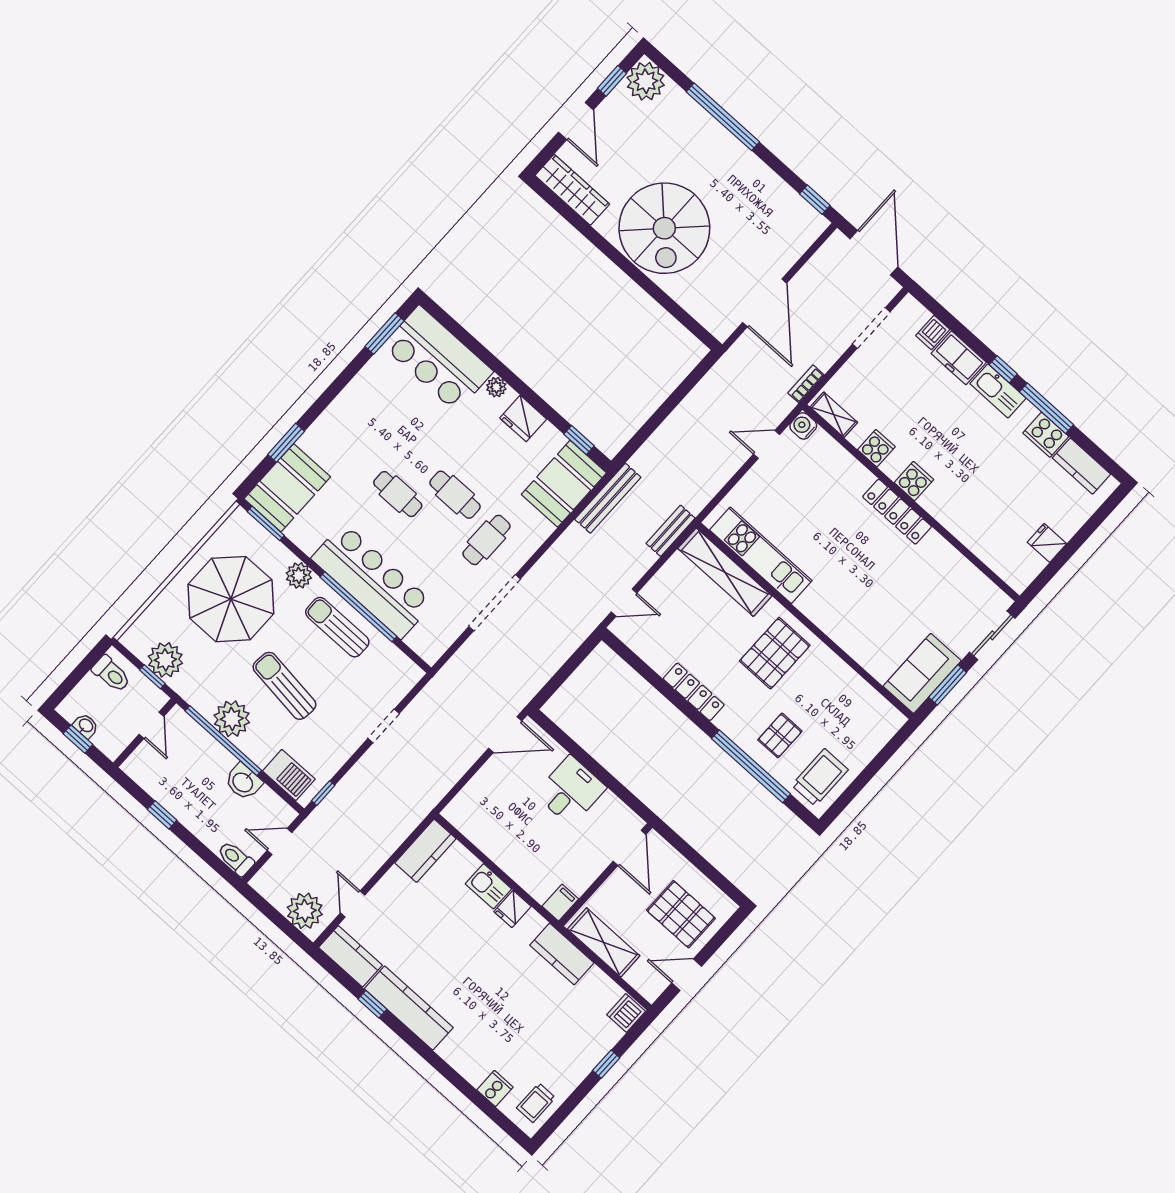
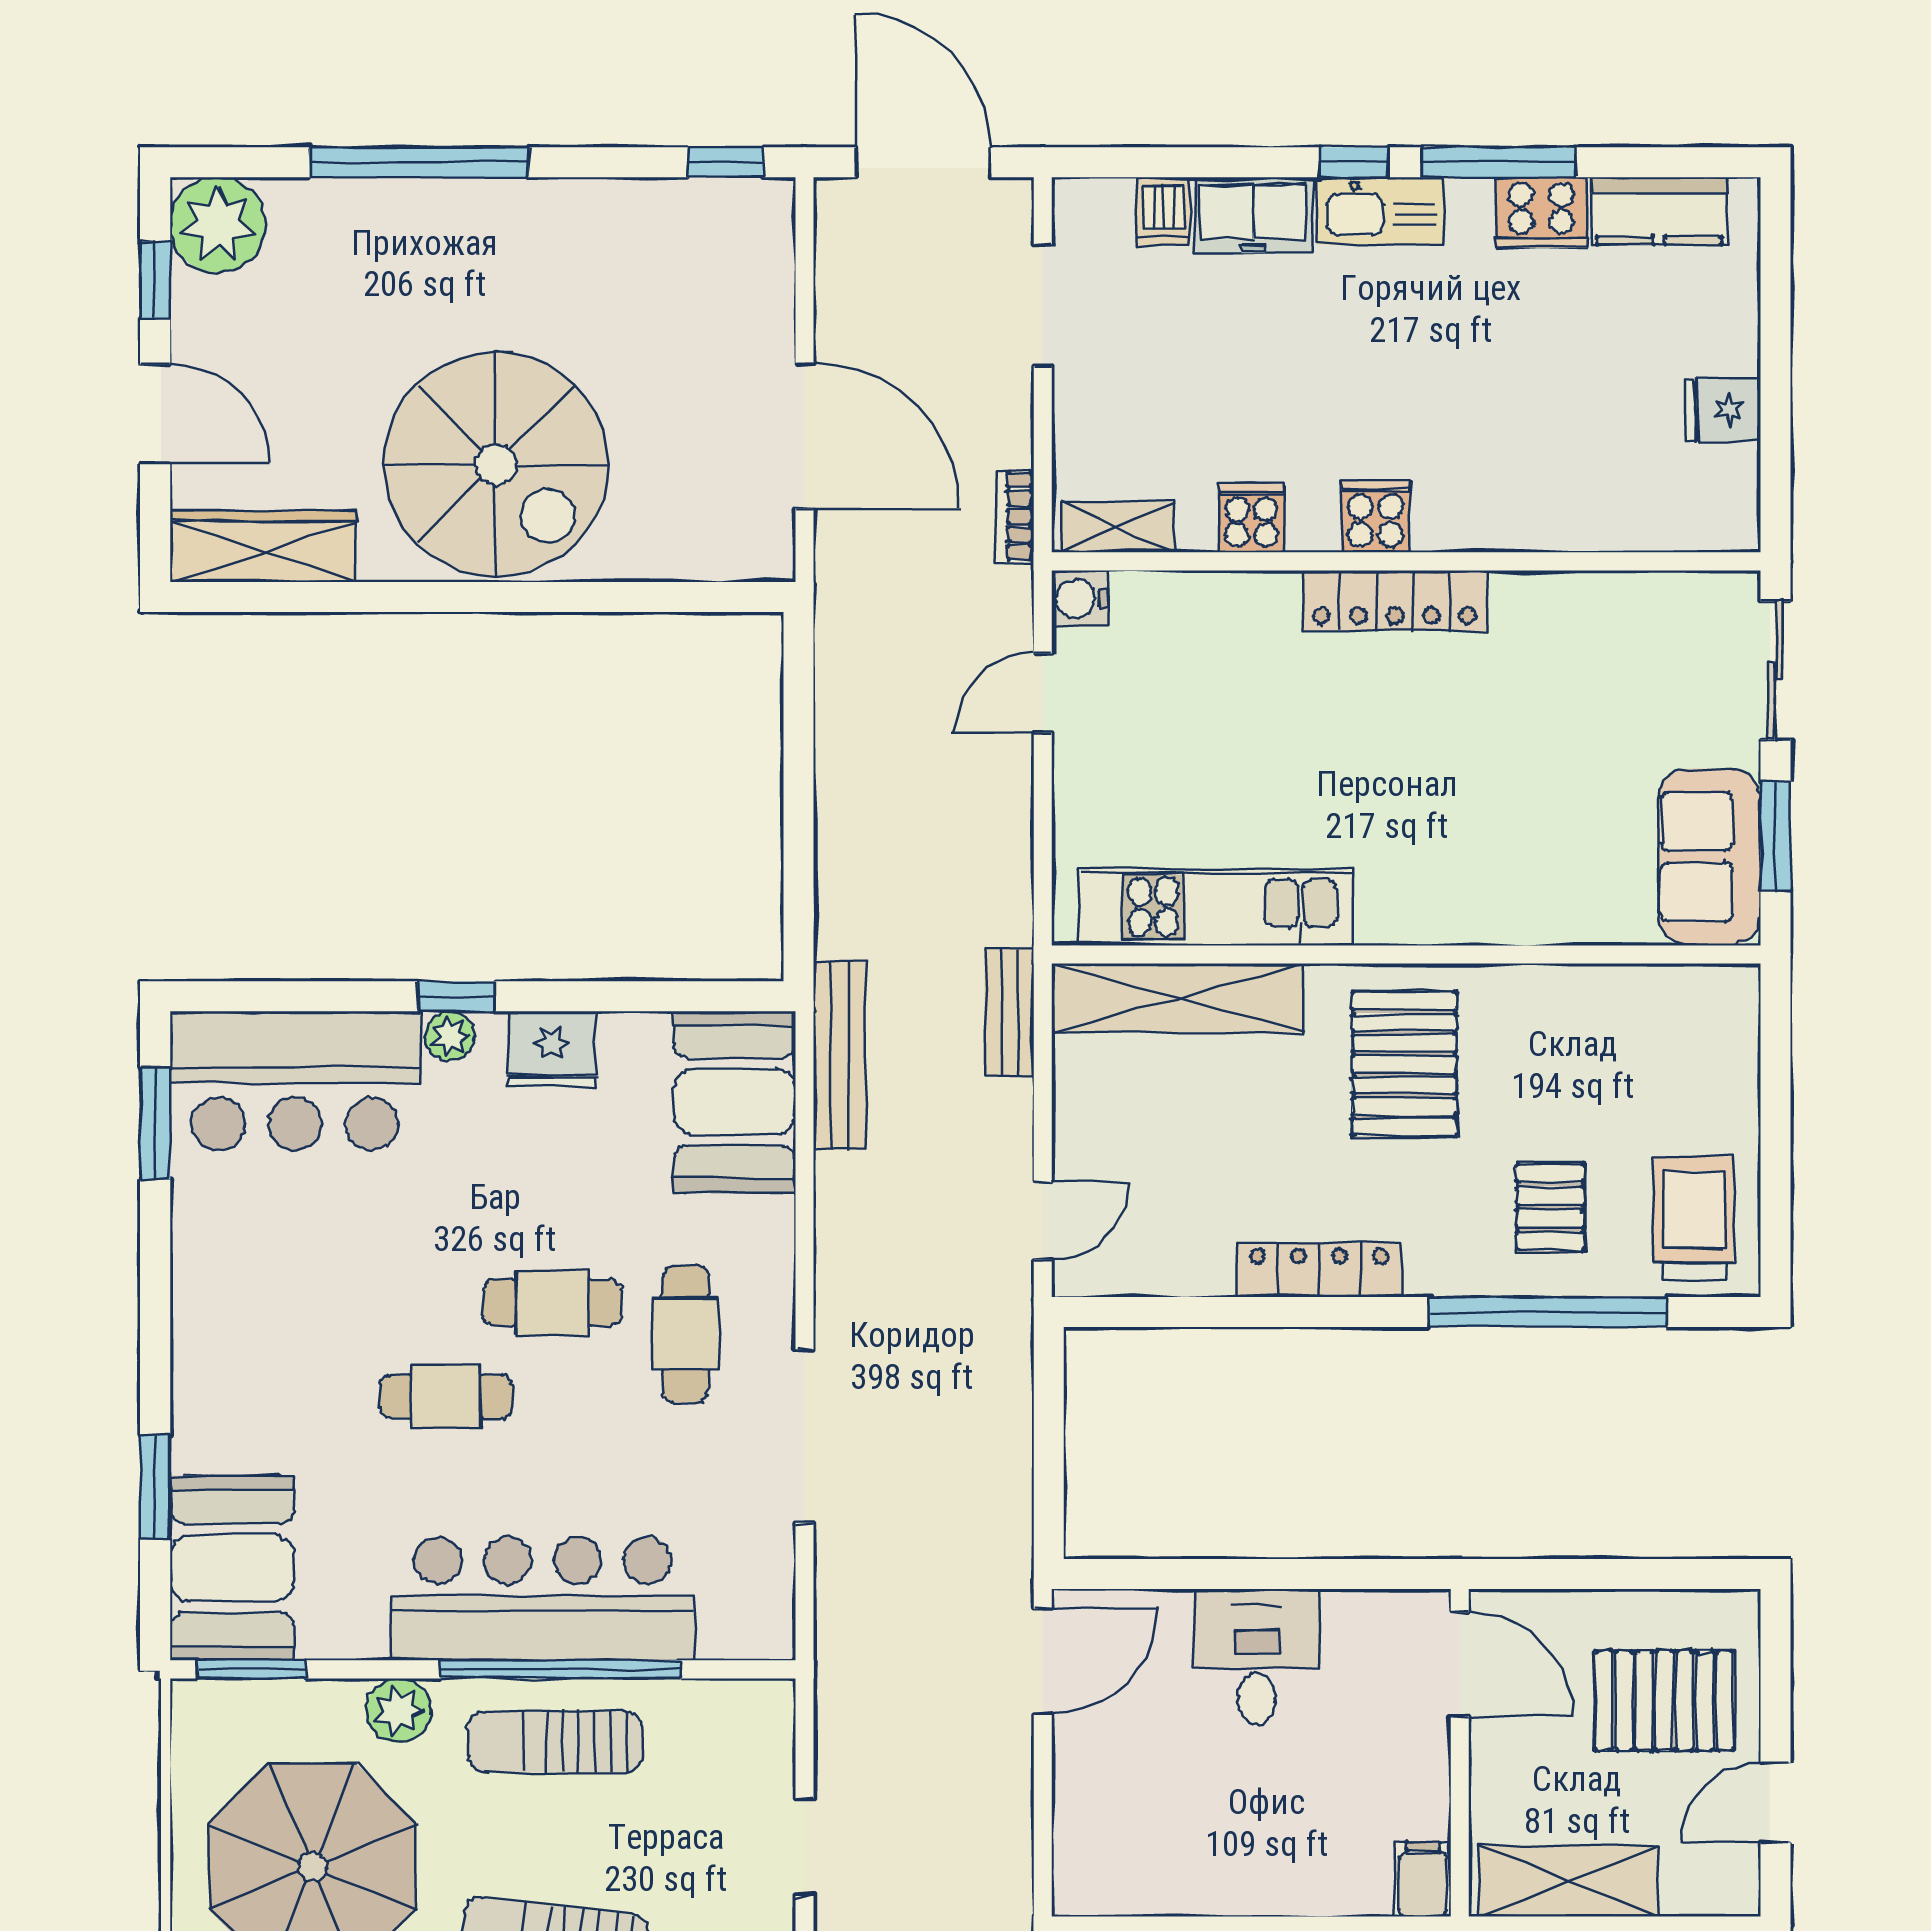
window: (579, 440) -> (457, 996), moved

